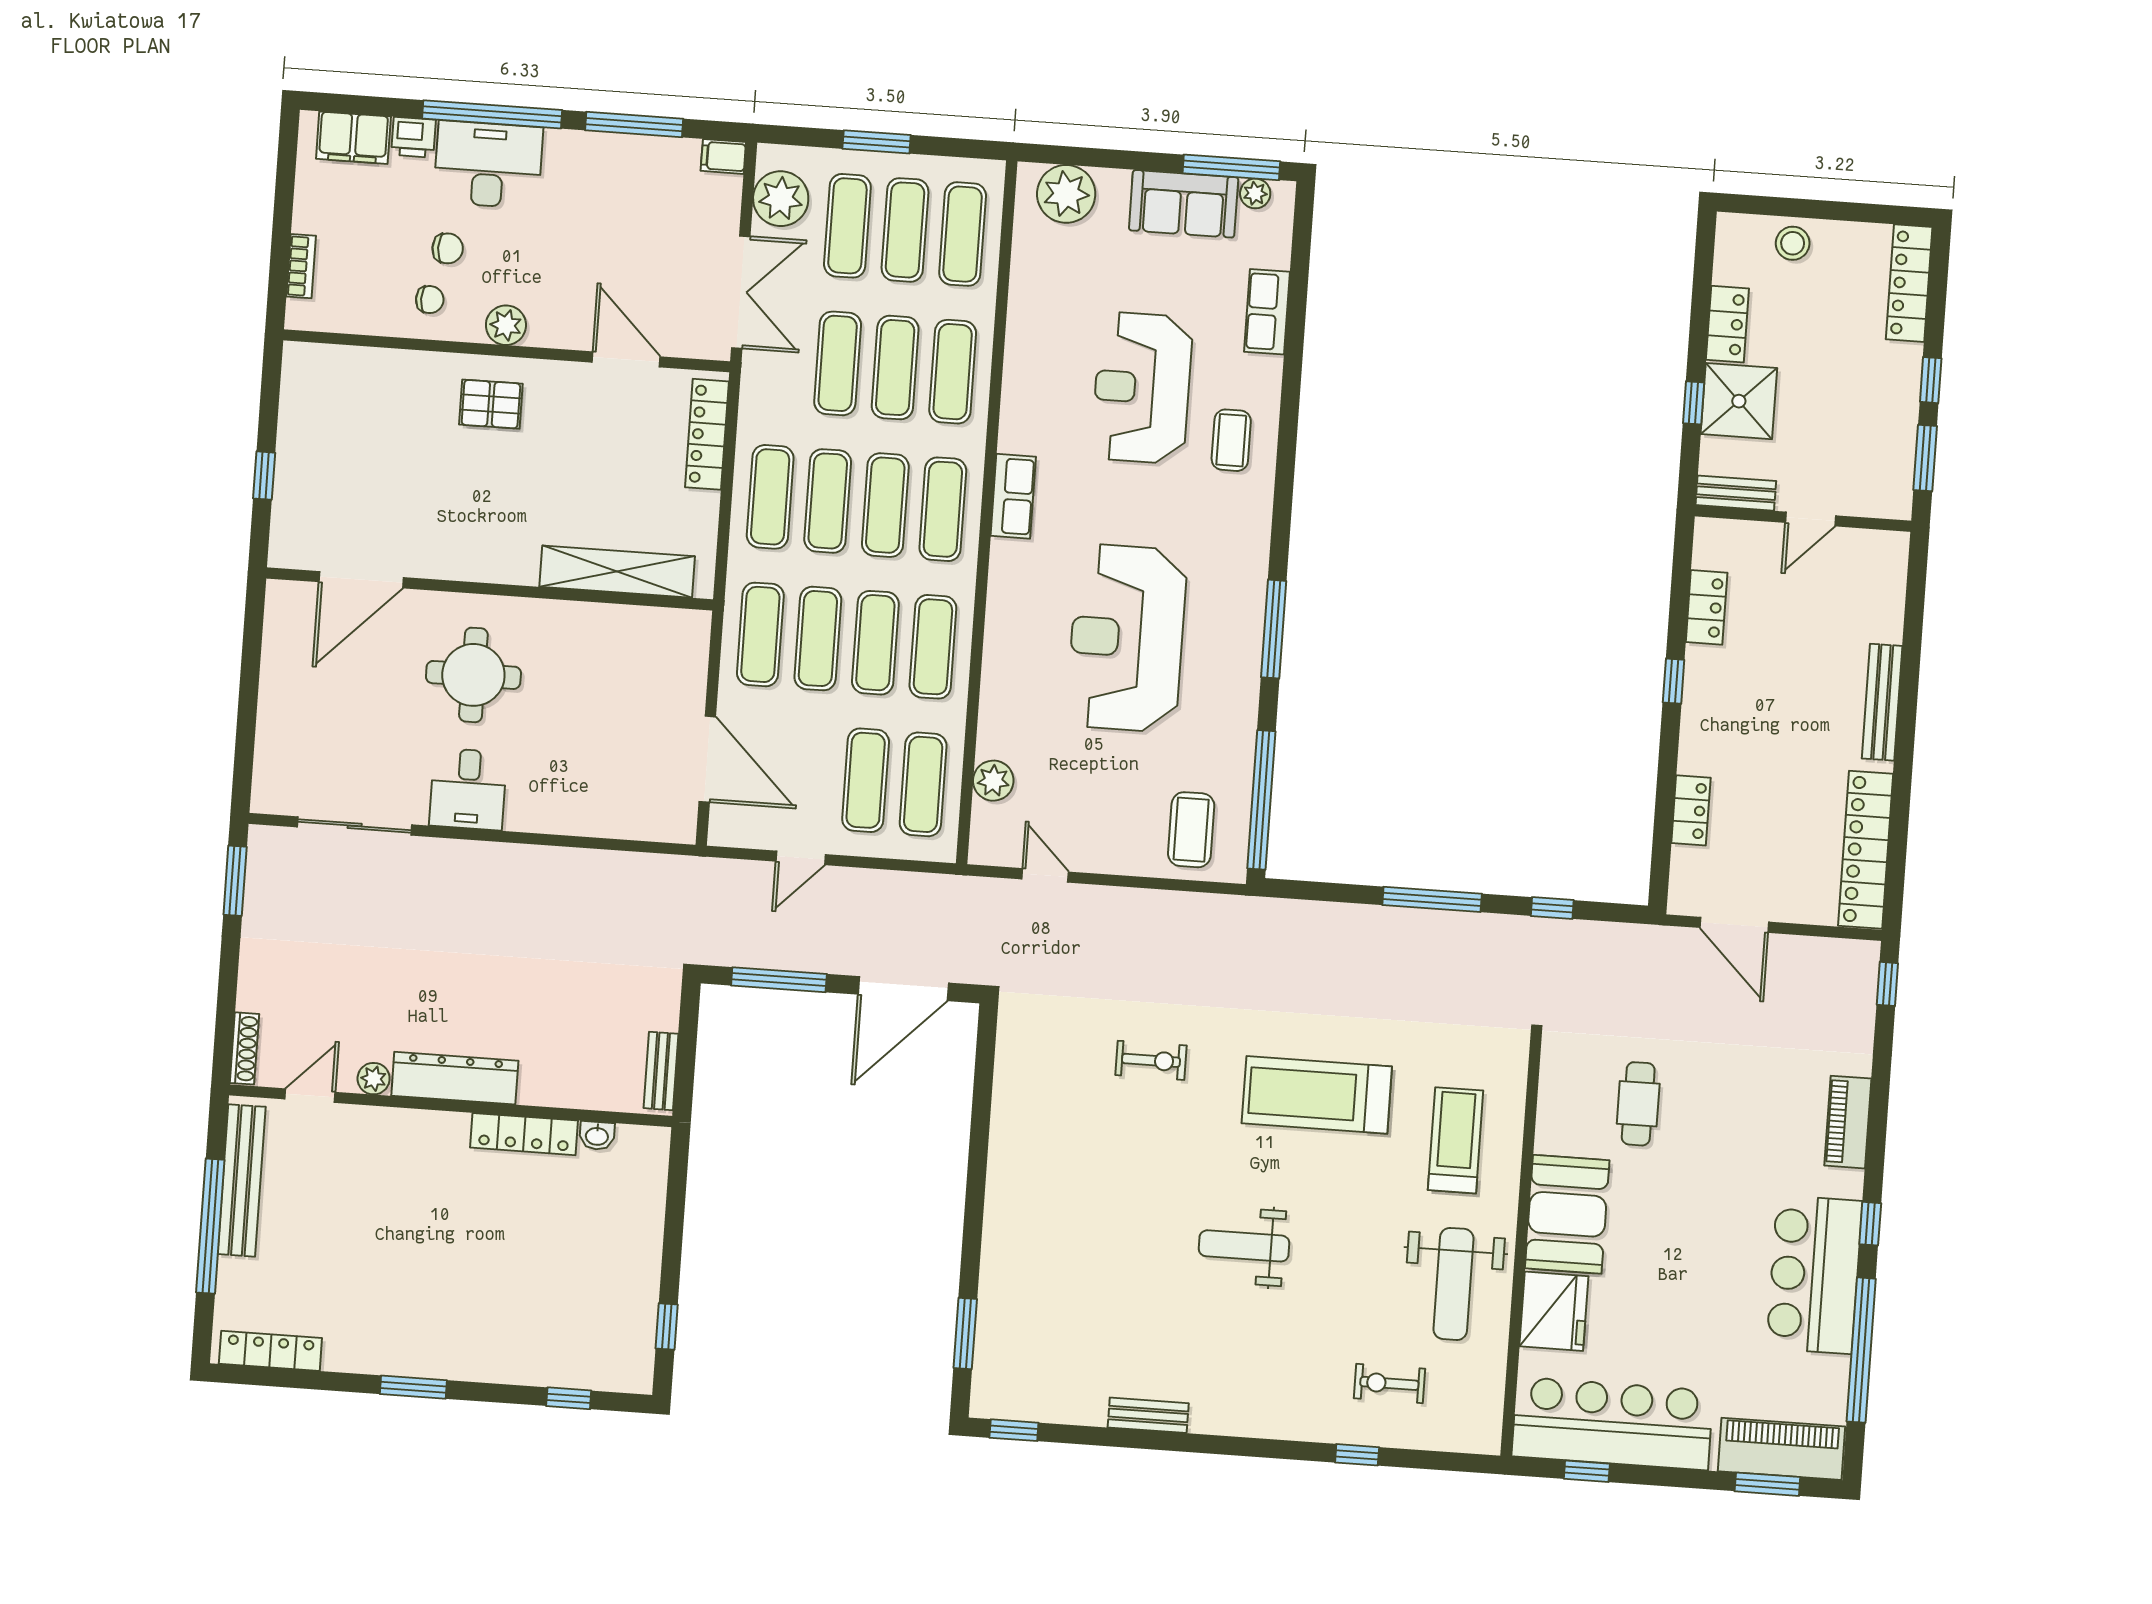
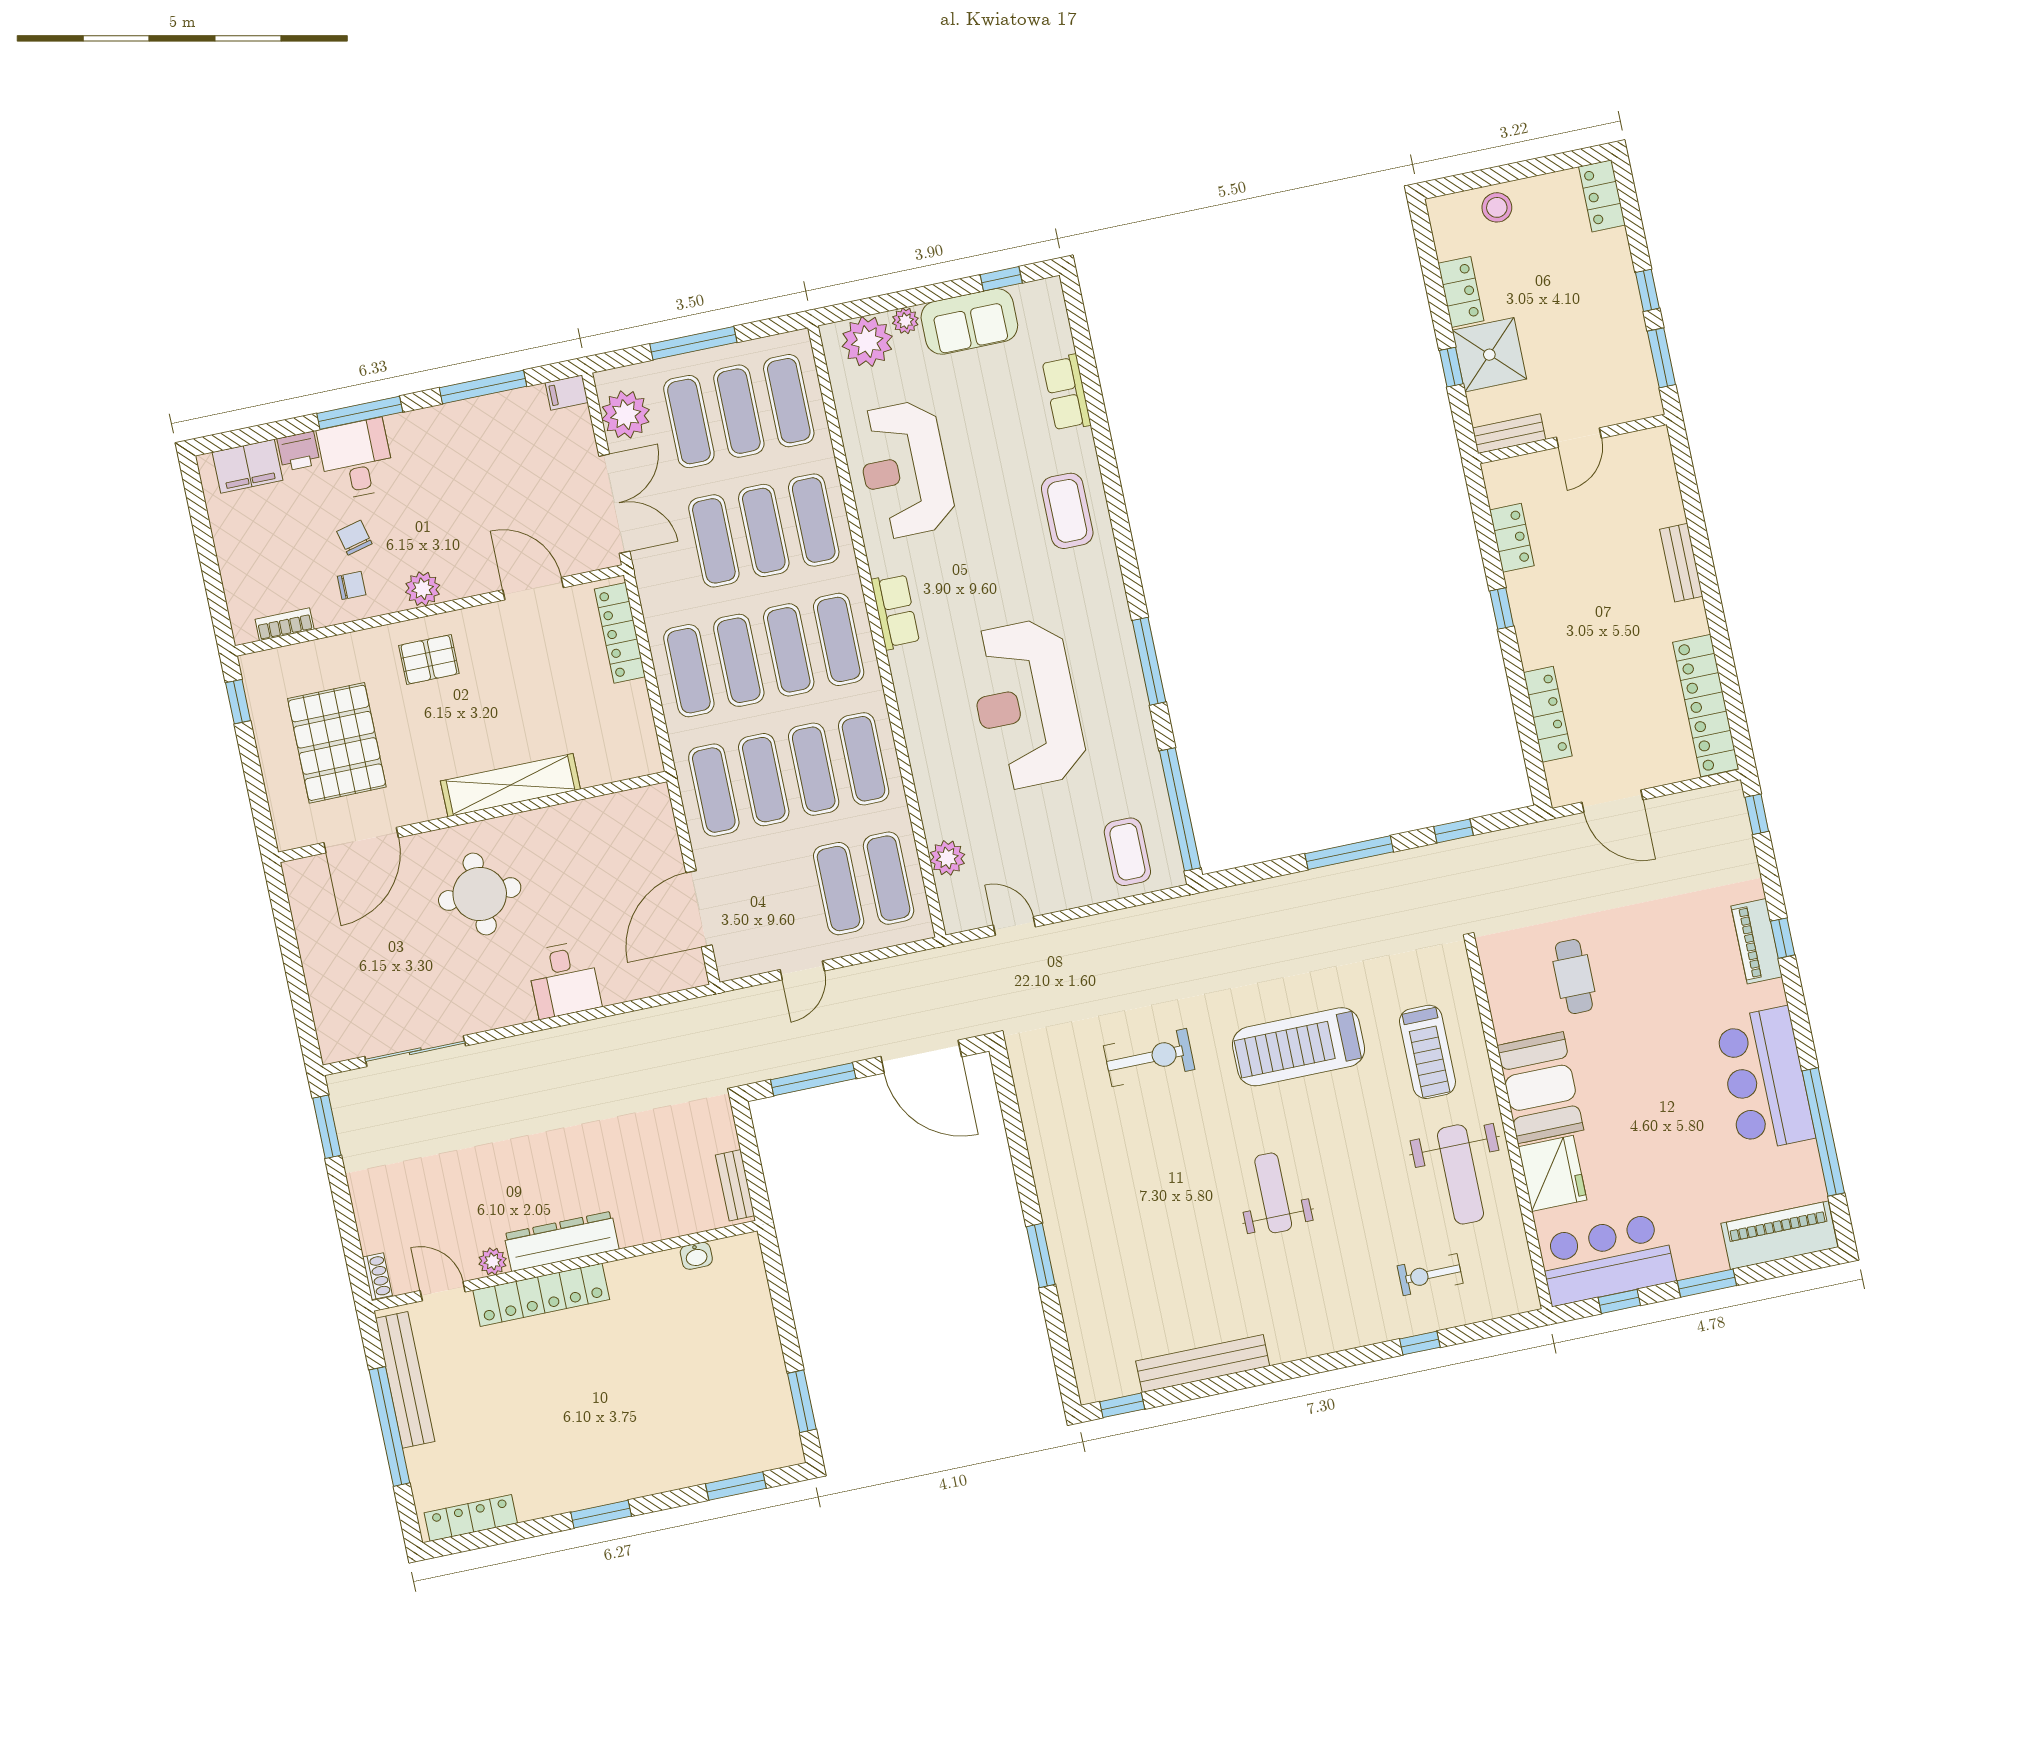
window: (492, 114) -> (360, 413), width x0.68
window: (877, 142) -> (693, 343), width x1.44
desk: (488, 165) -> (356, 459), width x0.73
window: (1231, 167) -> (1001, 279), width x0.46
plant: (1255, 193) -> (905, 321), moved
chair: (448, 248) -> (354, 538), turned -104
bookcase: (301, 266) -> (285, 624), moved, turned -90
locker: (1909, 283) -> (1602, 196), width x0.66
reception desk: (1142, 388) -> (905, 470), moved
coffee table: (1231, 440) -> (1067, 511), width x1.36, depth x1.30
pallet: (365, 466) -> (337, 743), added
window: (264, 476) -> (238, 702), moved
shelving: (617, 572) -> (510, 785), moved
bench: (1882, 702) -> (1681, 563), width x0.73
door: (707, 759) -> (699, 909), swing flipped
desk: (468, 789) -> (564, 980), moved
locker: (1691, 810) -> (1548, 714), width x1.53
door: (903, 989) -> (921, 1057), hinge flipped
shoe rack: (244, 1048) -> (377, 1276), width x0.70
exercise bike: (1151, 1060) -> (1149, 1058), width x1.38, depth x1.39
door: (310, 1096) -> (443, 1291), hinge flipped
locker: (524, 1134) -> (541, 1295), moved, width x1.41, depth x1.21
treadmill: (1456, 1140) -> (1427, 1052), turned 180
window: (1870, 1224) -> (1783, 938), moved
weight bench: (1244, 1246) -> (1273, 1193), turned 90
window: (667, 1327) -> (802, 1401), width x1.50
window: (965, 1334) -> (1041, 1256), moved
window: (569, 1398) -> (736, 1486), width x1.50
bench: (1148, 1415) -> (1203, 1363), width x1.86, depth x1.21
bar counter: (1612, 1424) -> (1607, 1259), width x0.73
window: (1767, 1484) -> (1707, 1283), moved

